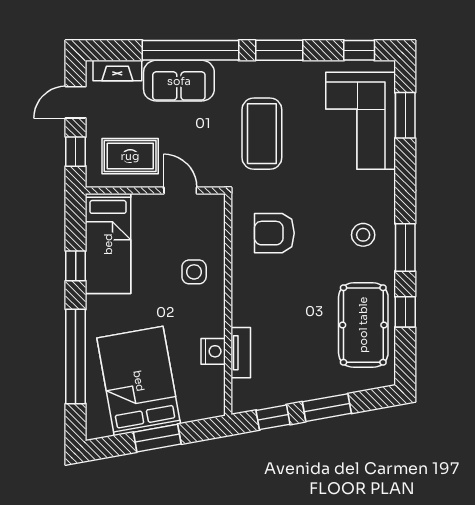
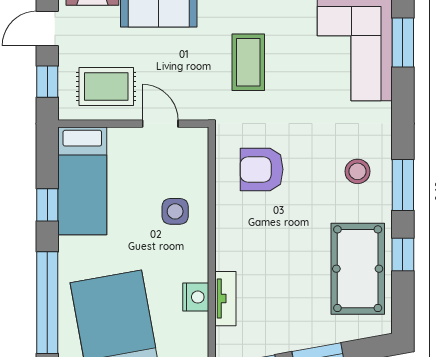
coffee table: (262, 134) -> (248, 62), width x0.73, depth x0.76

